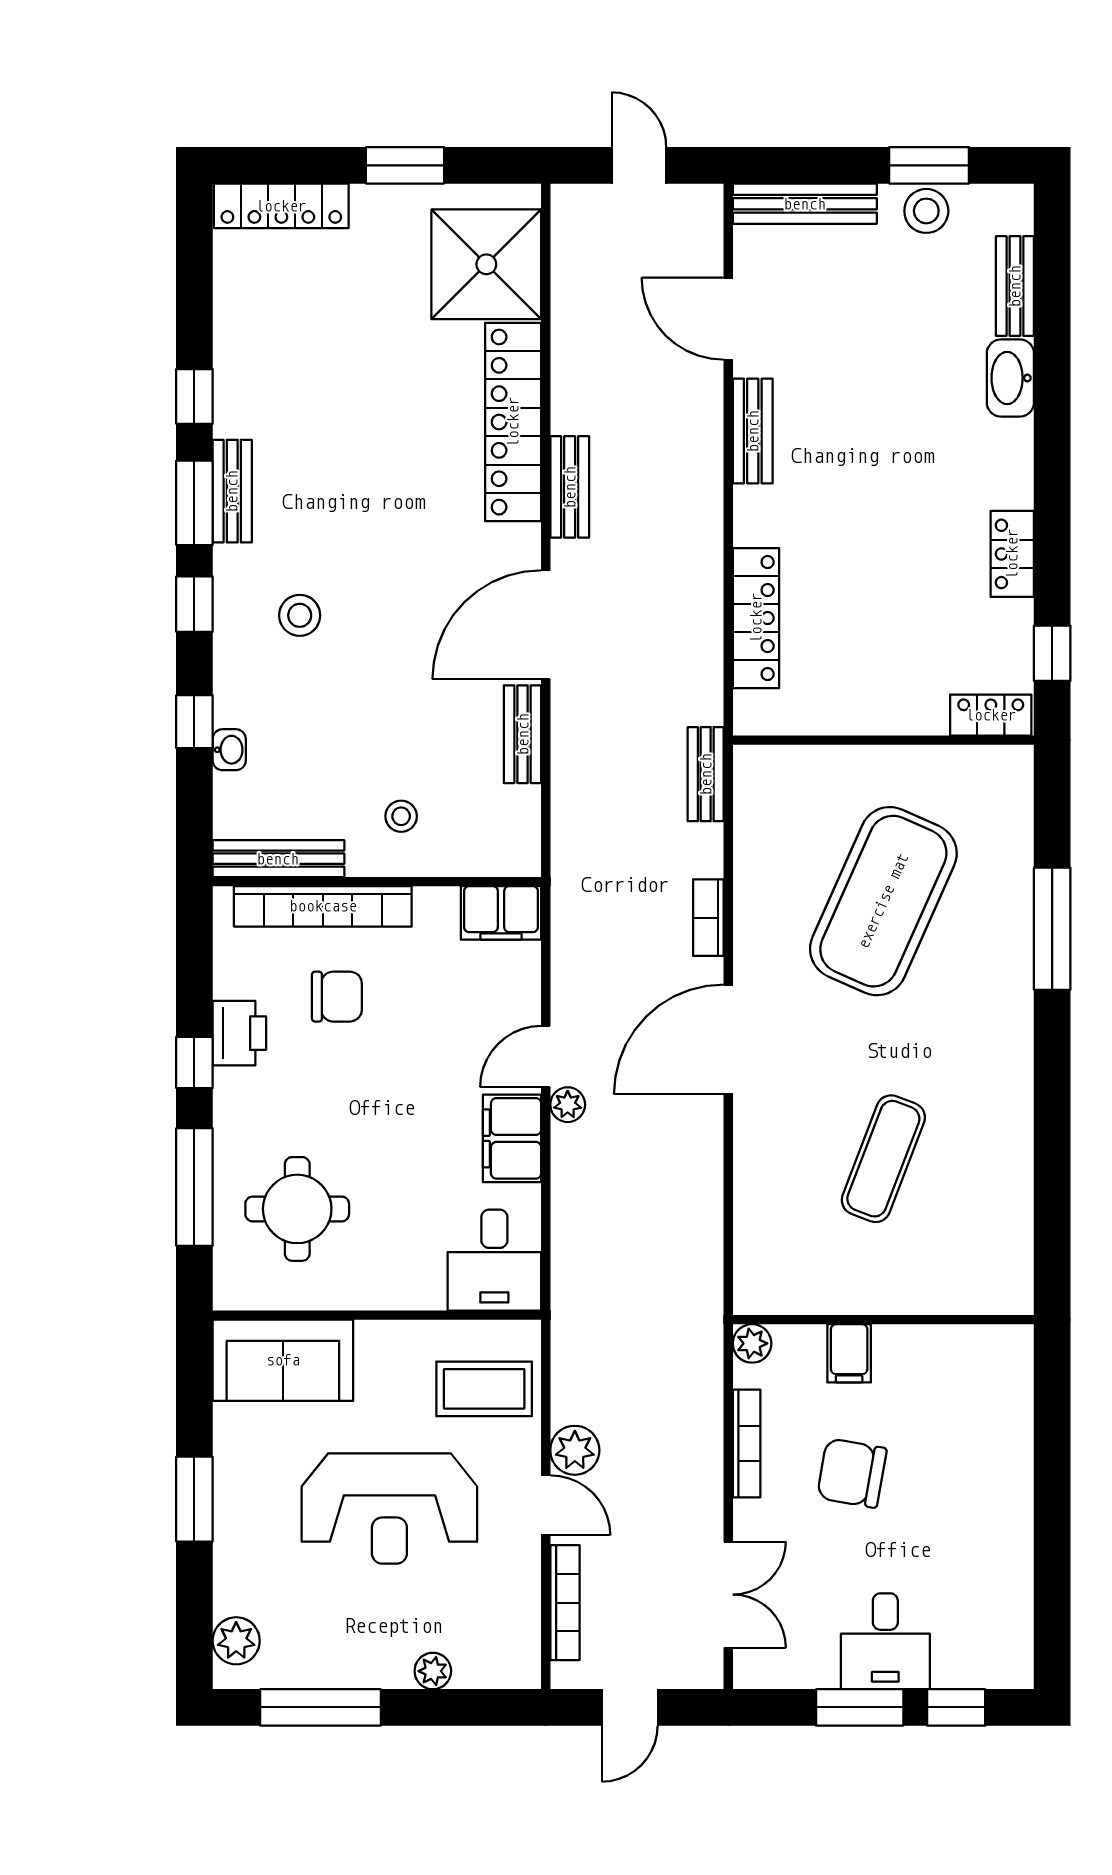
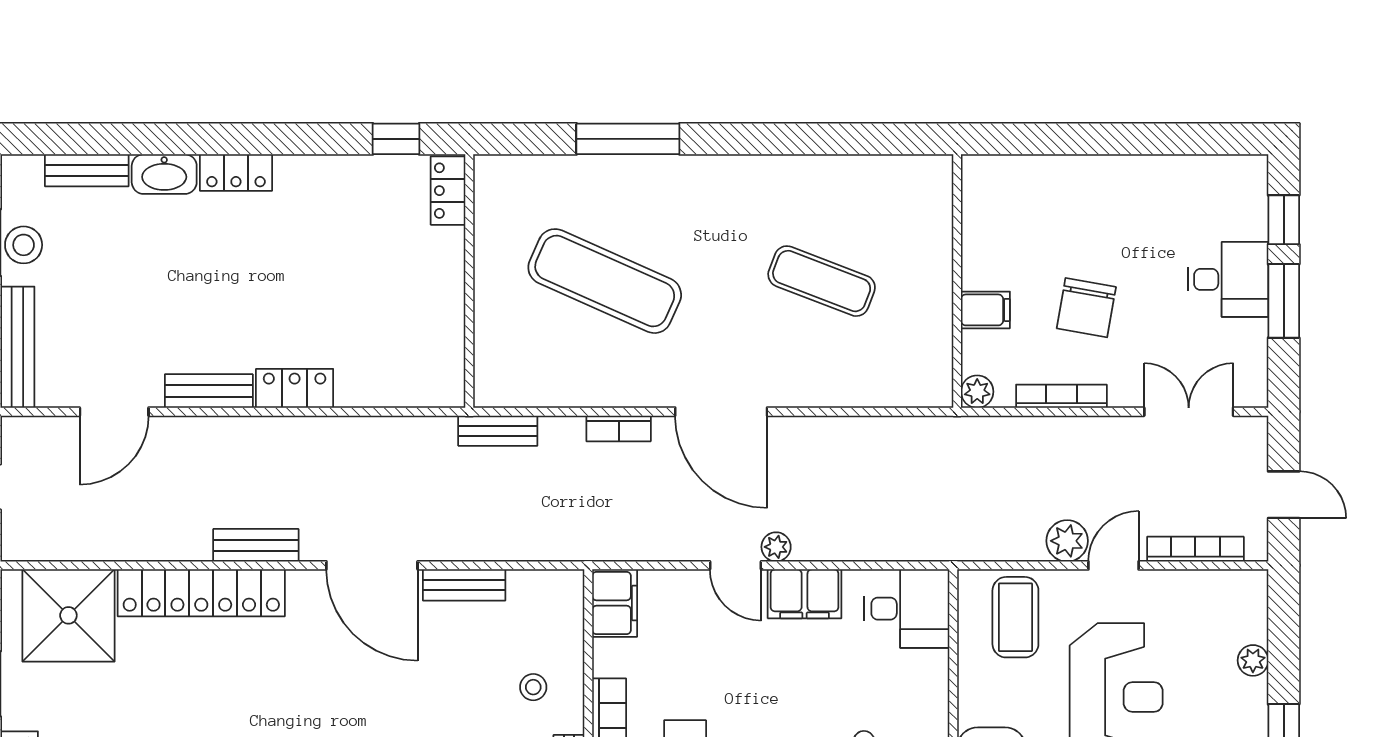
locker: (1012, 554) -> (236, 173), moved
locker: (756, 618) -> (295, 388), moved, width x0.66
exercise mat: (883, 901) -> (605, 281), width x0.68

